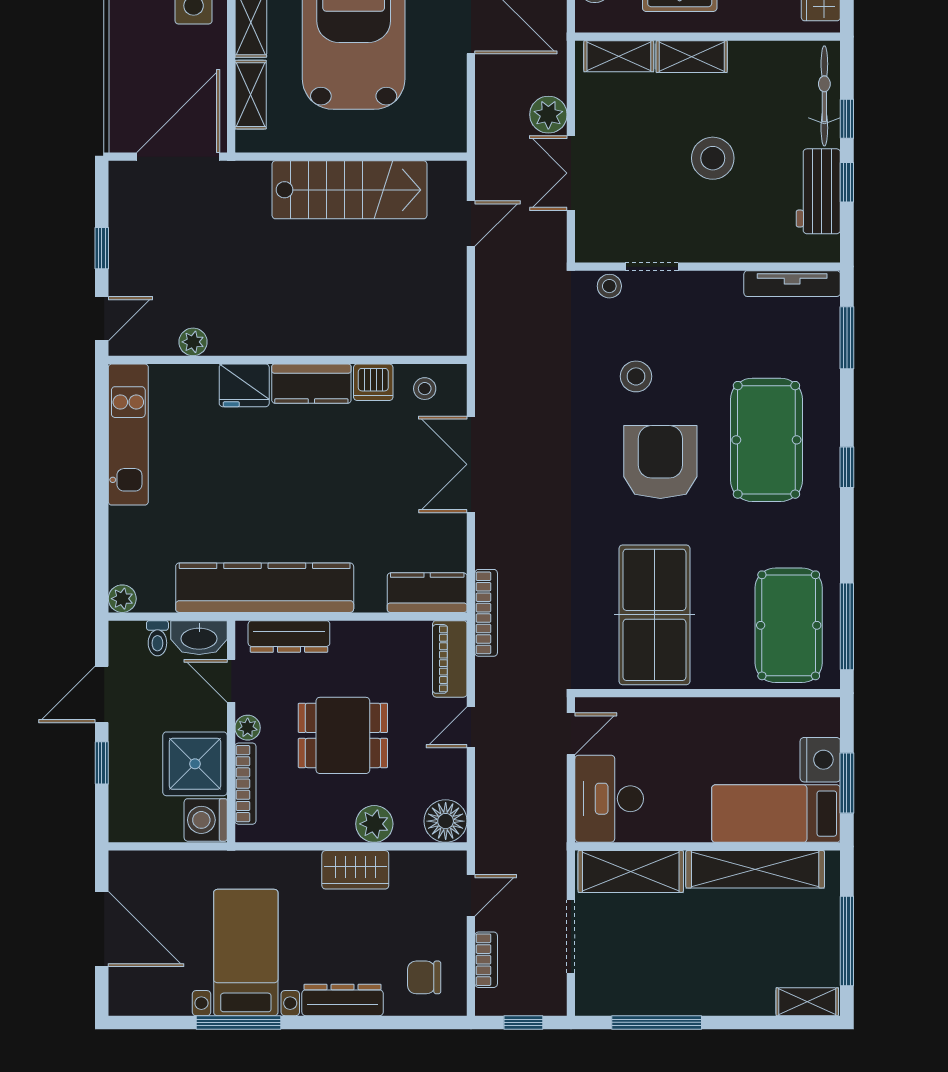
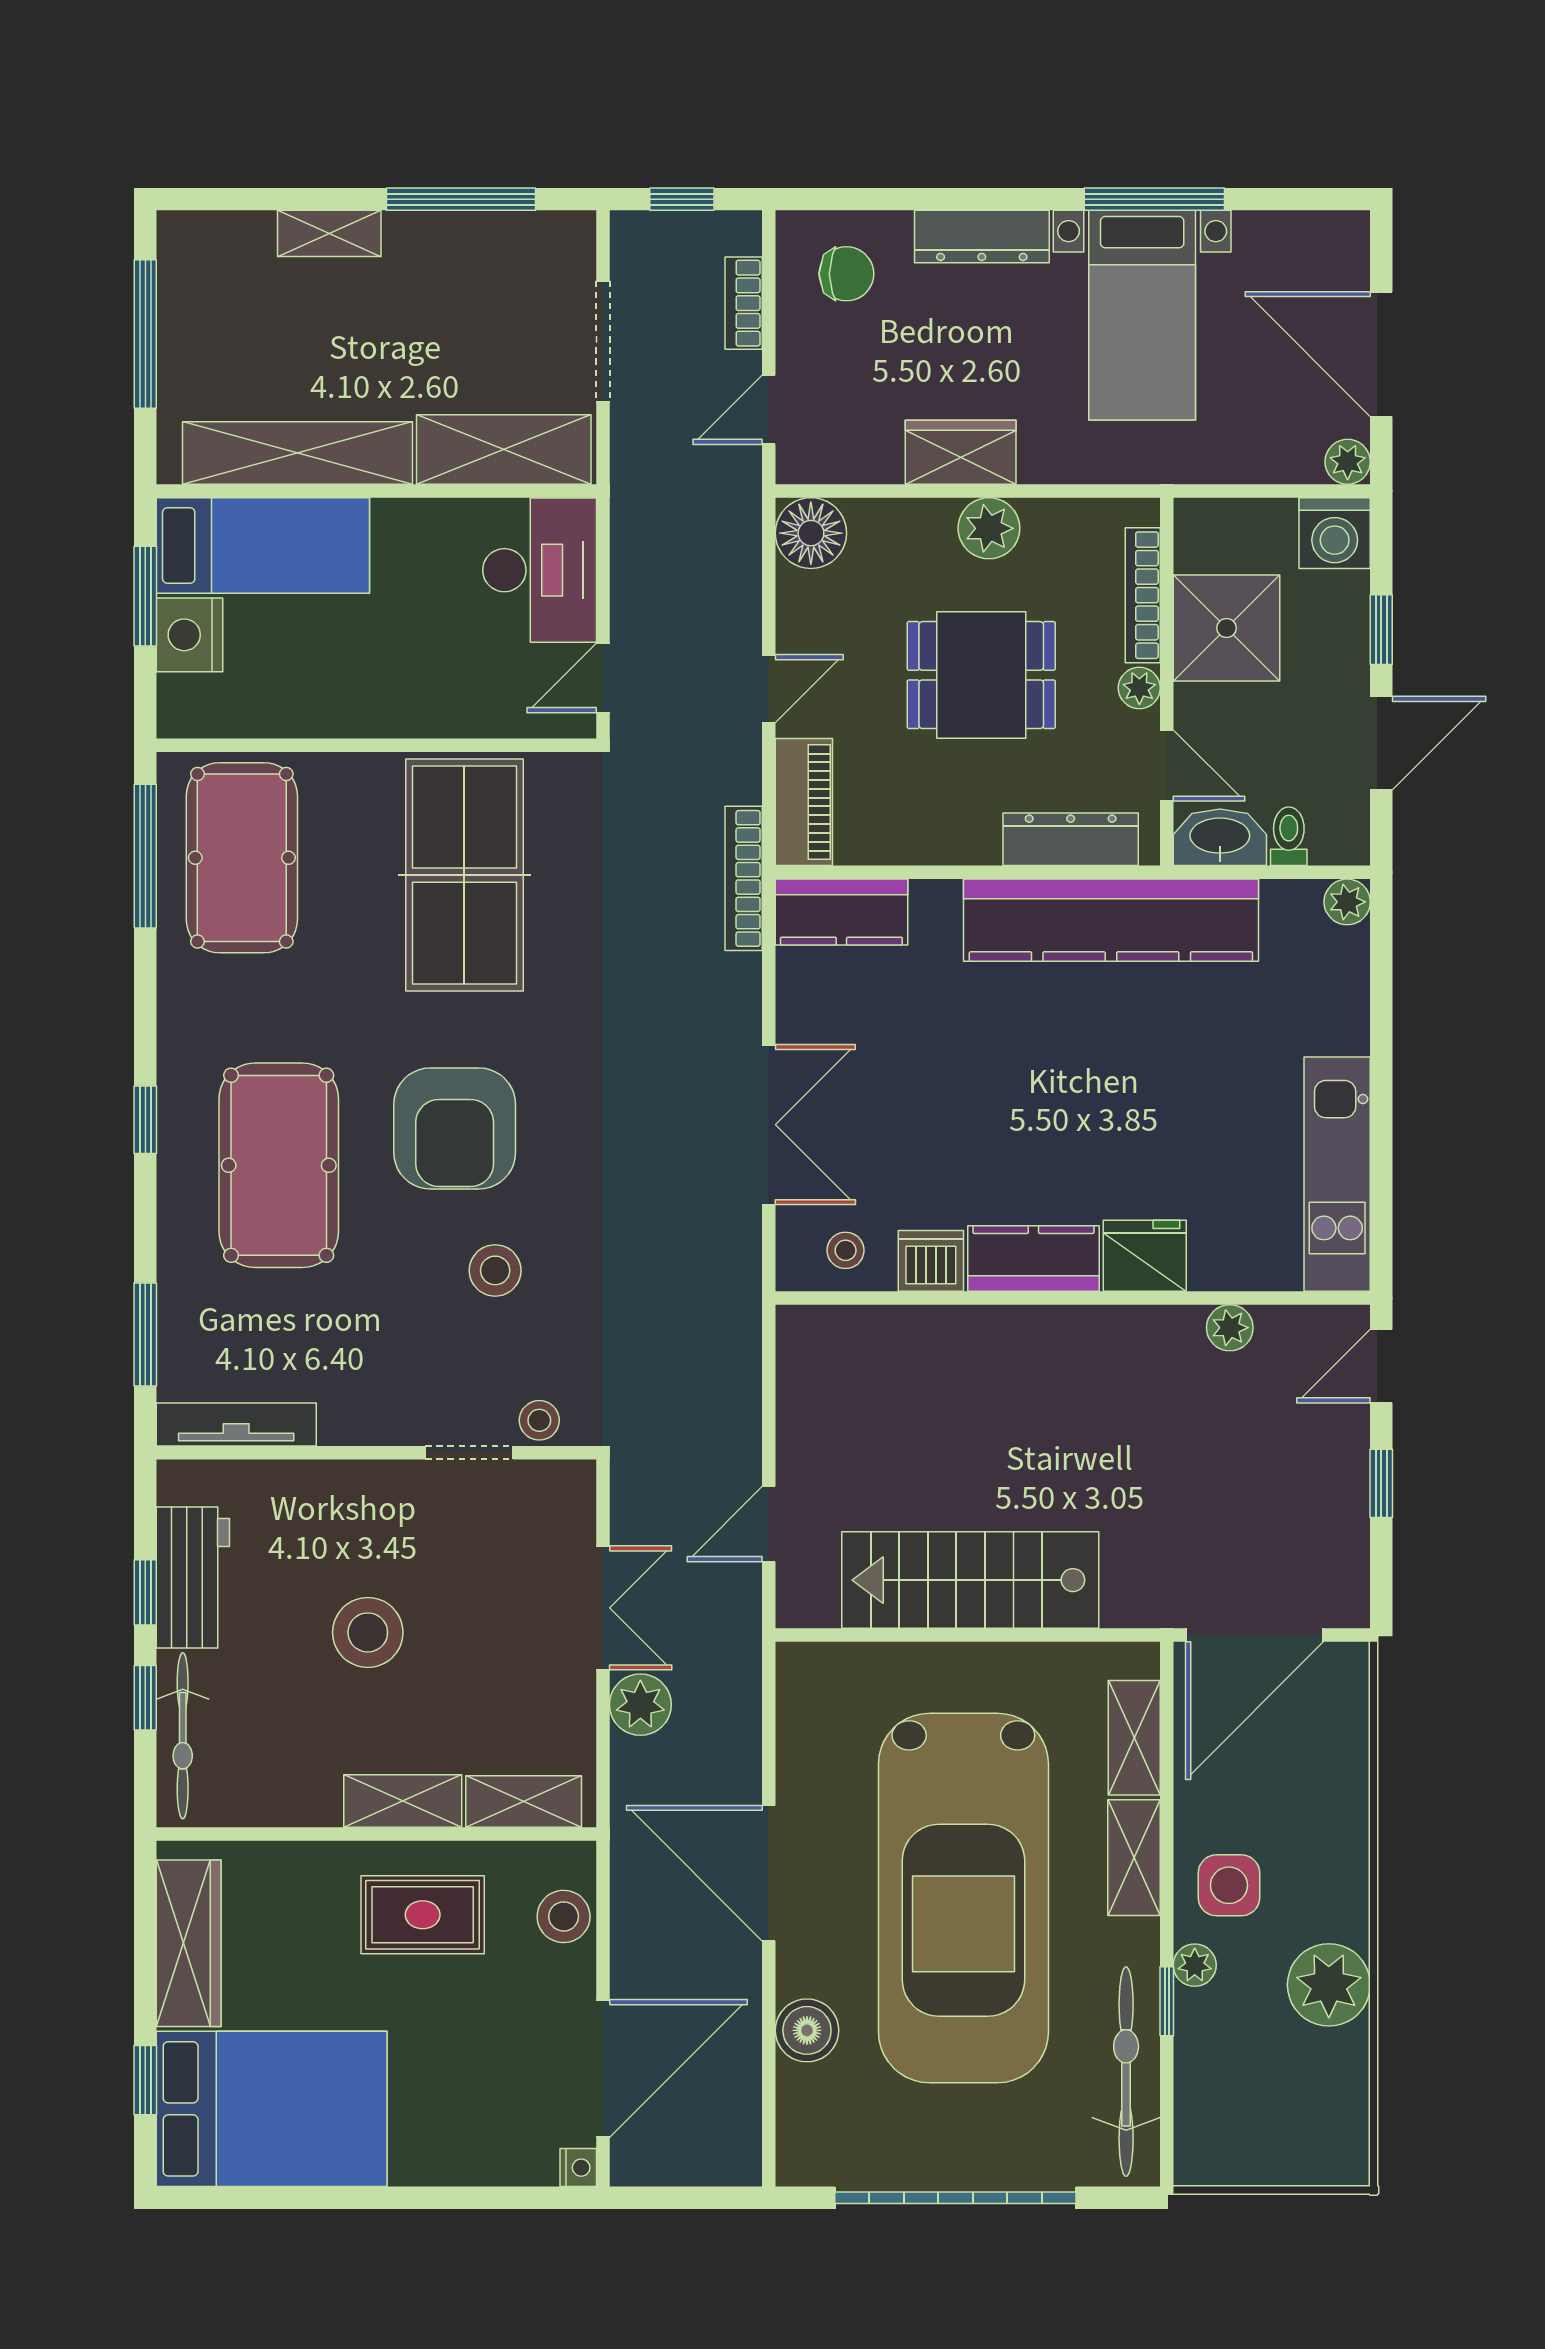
washing machine: (206, 820) -> (1335, 533), moved, turned 90
plant: (374, 824) -> (989, 528), moved
plant: (122, 864) -> (1348, 462), added
shelving: (807, 1002) -> (329, 233), moved

